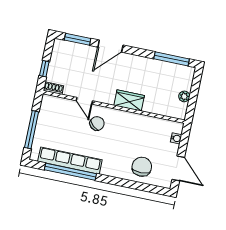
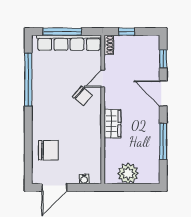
window: (78, 39) -> (163, 59), width x0.67
window: (172, 59) -> (163, 141), moved
plant: (184, 96) -> (128, 173), width x1.87, depth x1.87
row of seats: (70, 161) -> (69, 43), moved, turned 90

